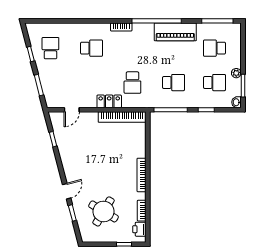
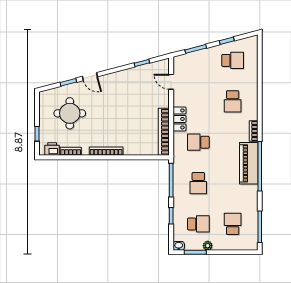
piano: (175, 32) -> (249, 163), moved
school desk: (215, 83) -> (198, 224), turned -90
round table: (104, 211) -> (70, 113), turned -31

